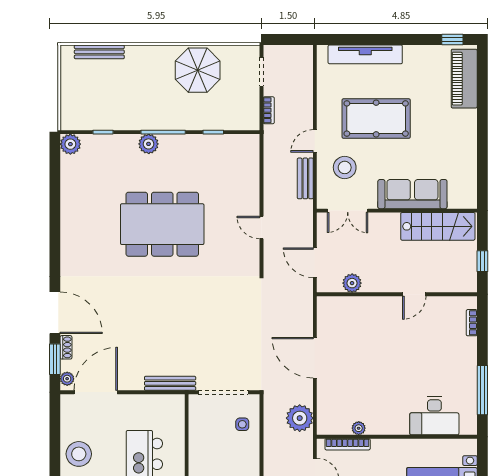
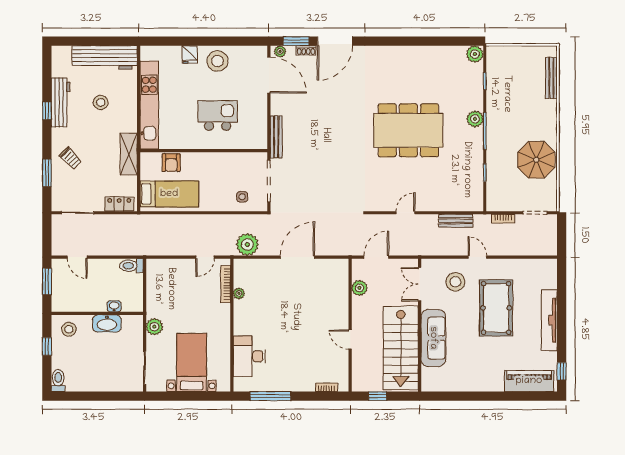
tv unit: (365, 54) -> (549, 320), moved
bench: (305, 178) -> (456, 221), moved
dining table: (162, 224) -> (408, 130), turned 90
stairs: (438, 226) -> (401, 348), width x1.36, depth x1.51

